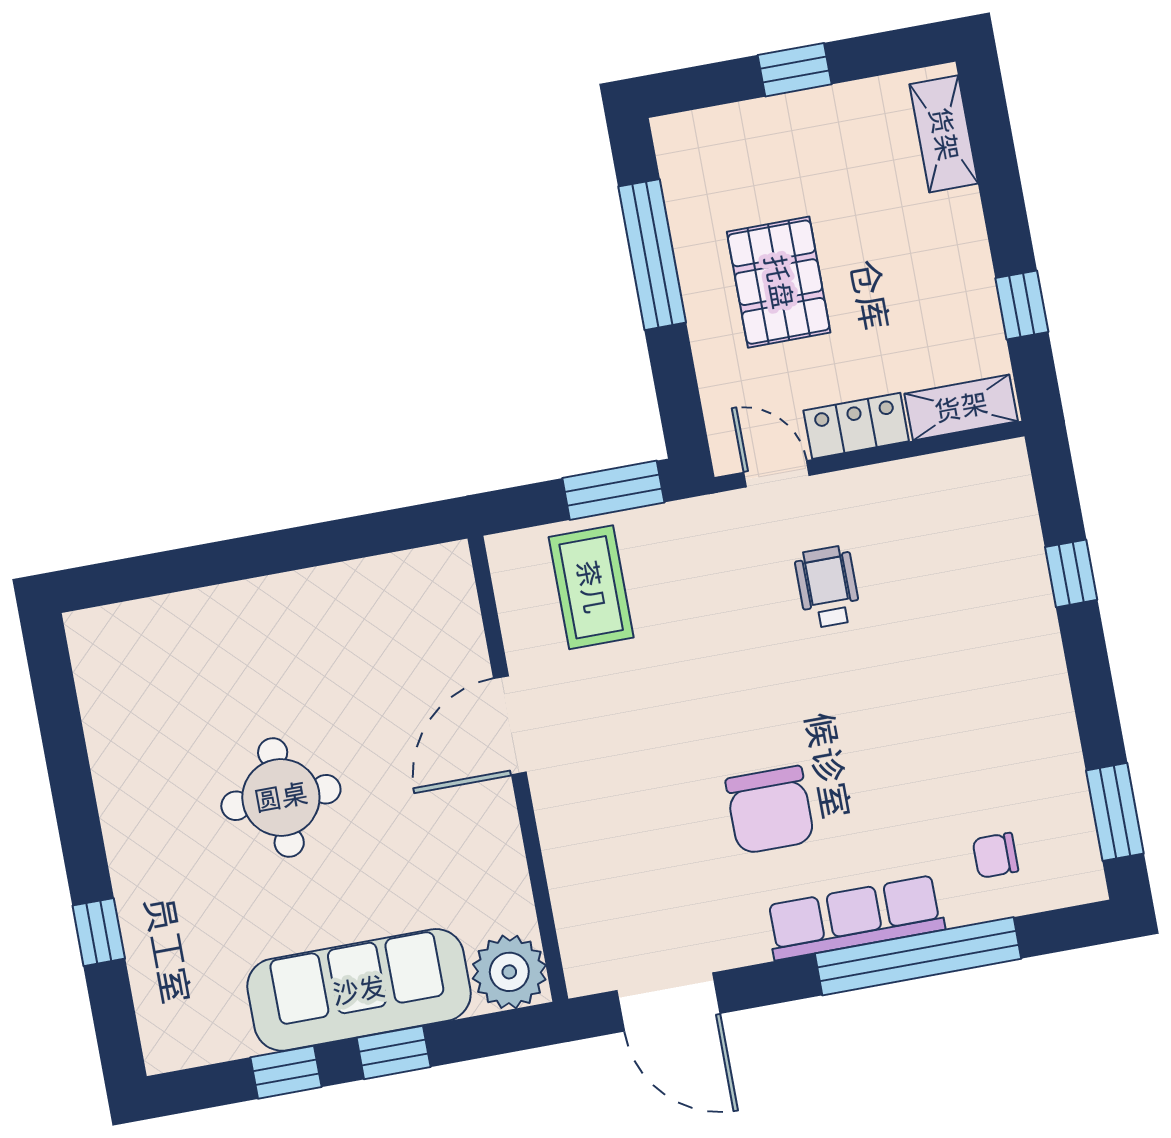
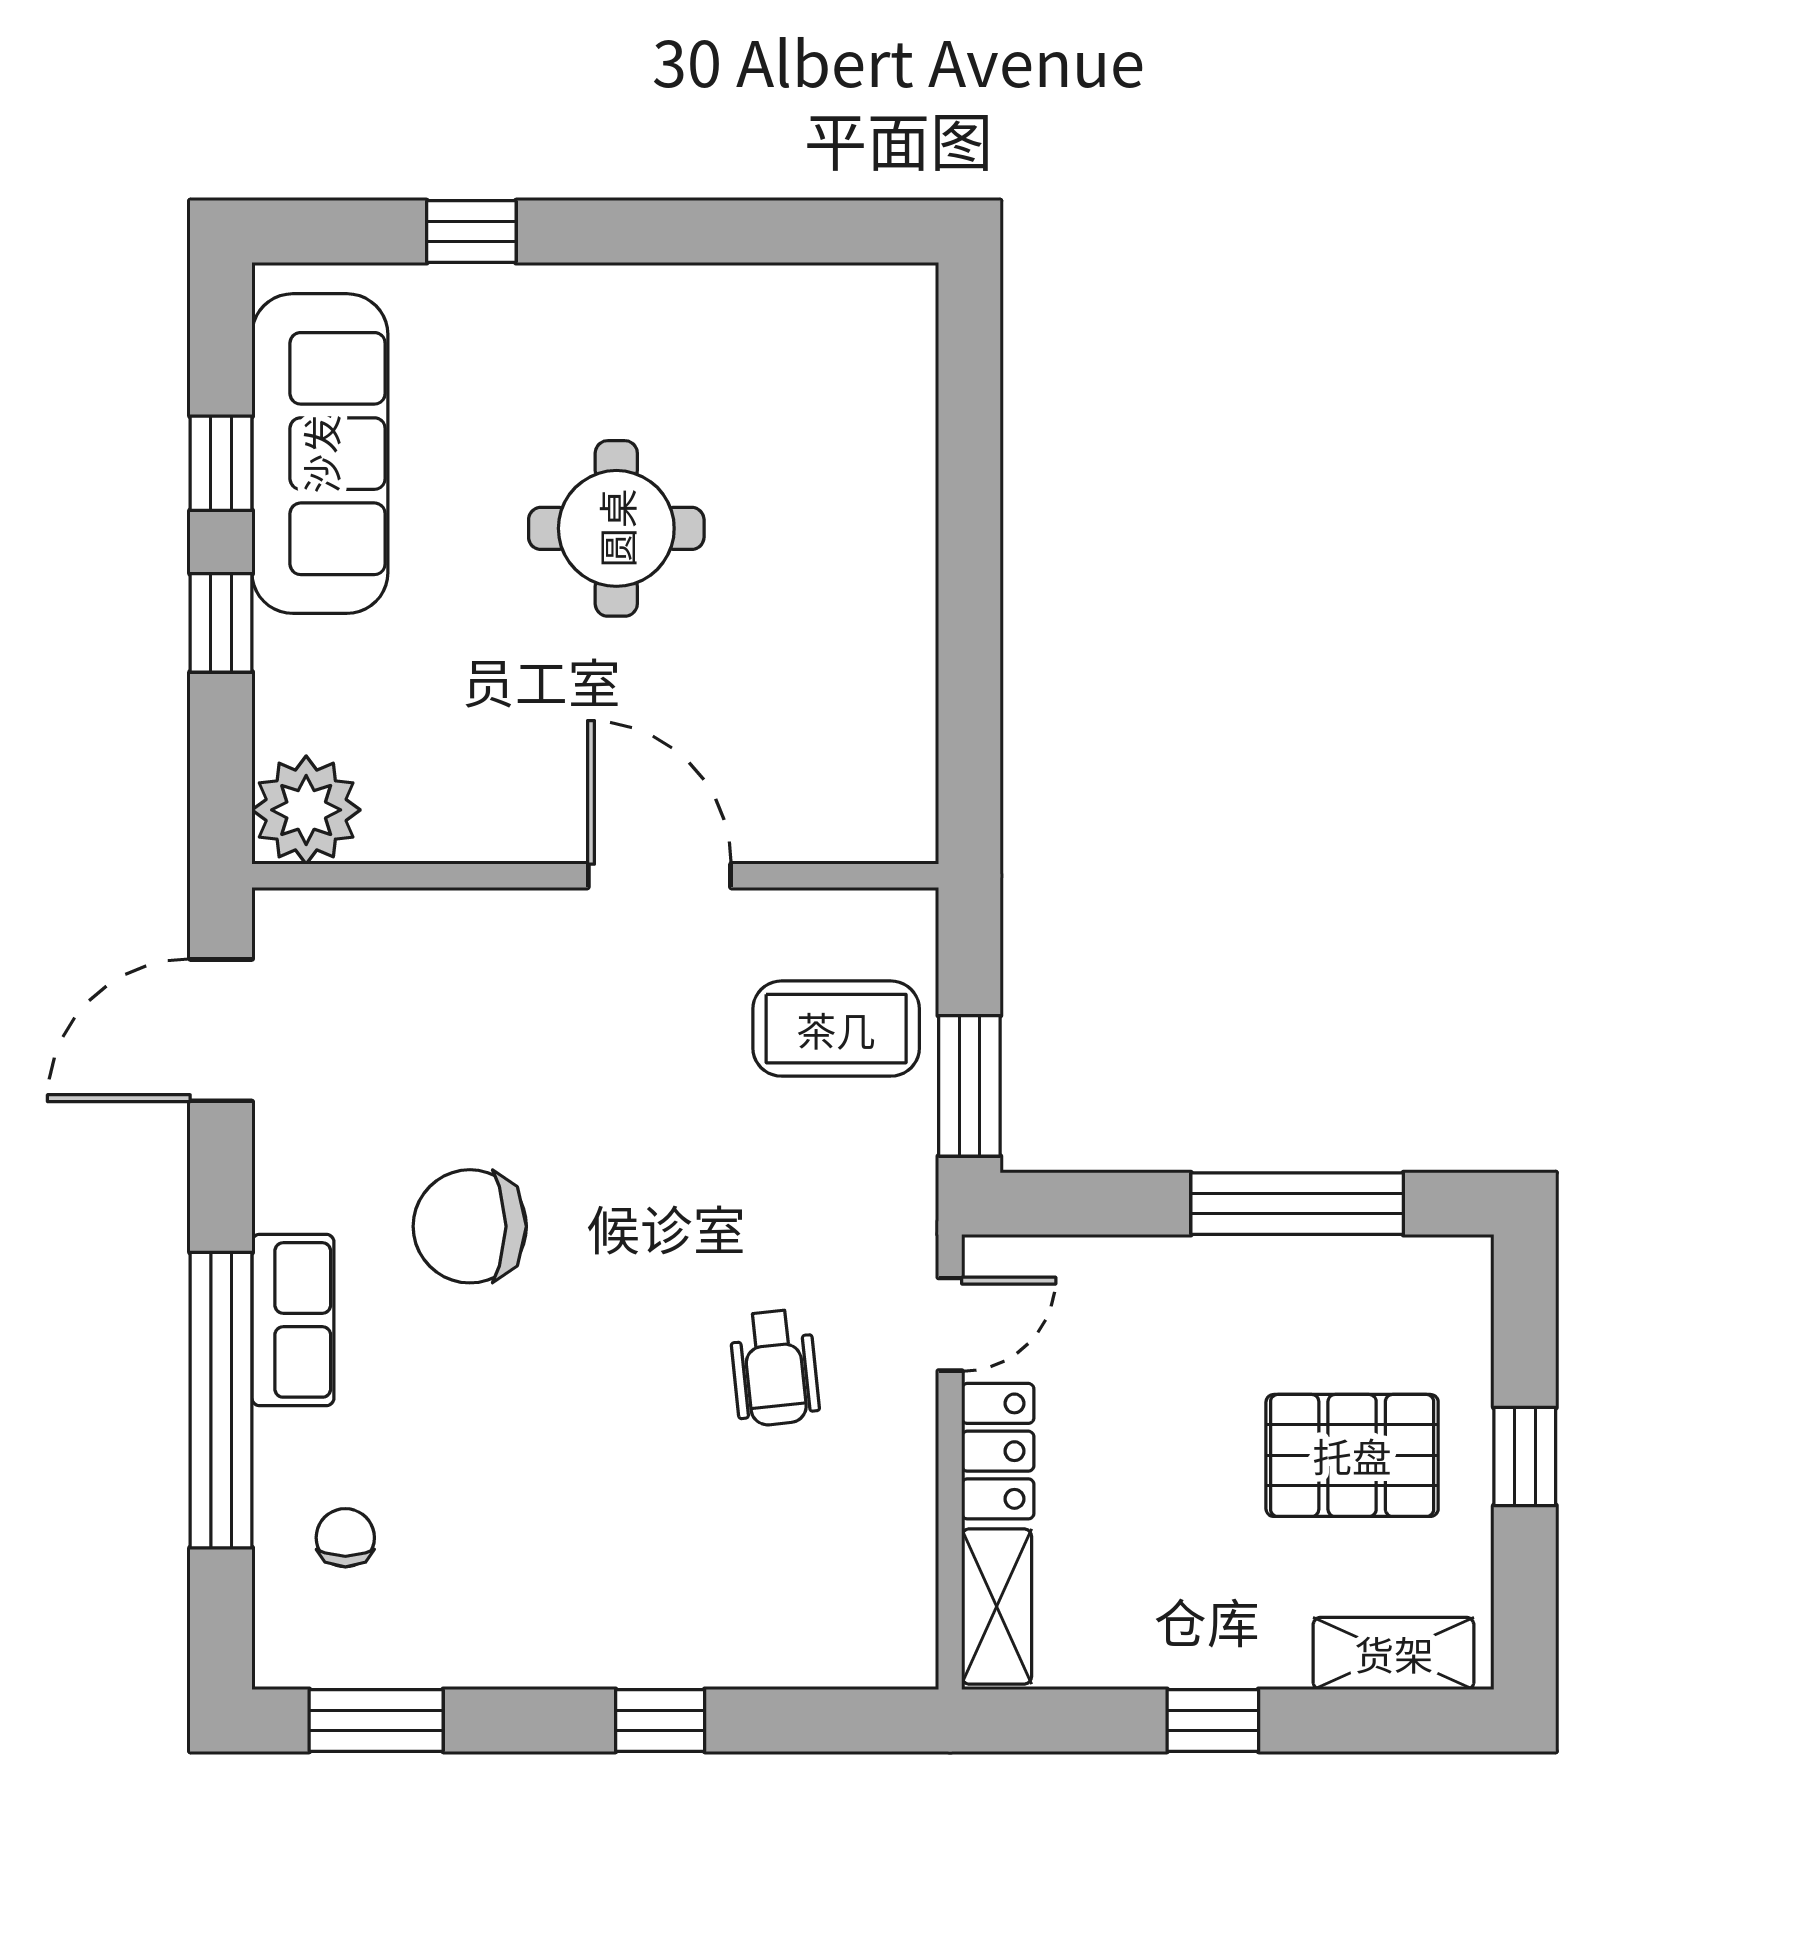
pallet: (779, 282) -> (1352, 1455), moved
window: (1022, 305) -> (1213, 1720), moved
window: (1071, 573) -> (660, 1720), moved
wheelchair: (828, 587) -> (774, 1368), turned 84
row of seats: (855, 918) -> (293, 1320), width x0.68
sofa: (359, 990) -> (320, 454), moved

